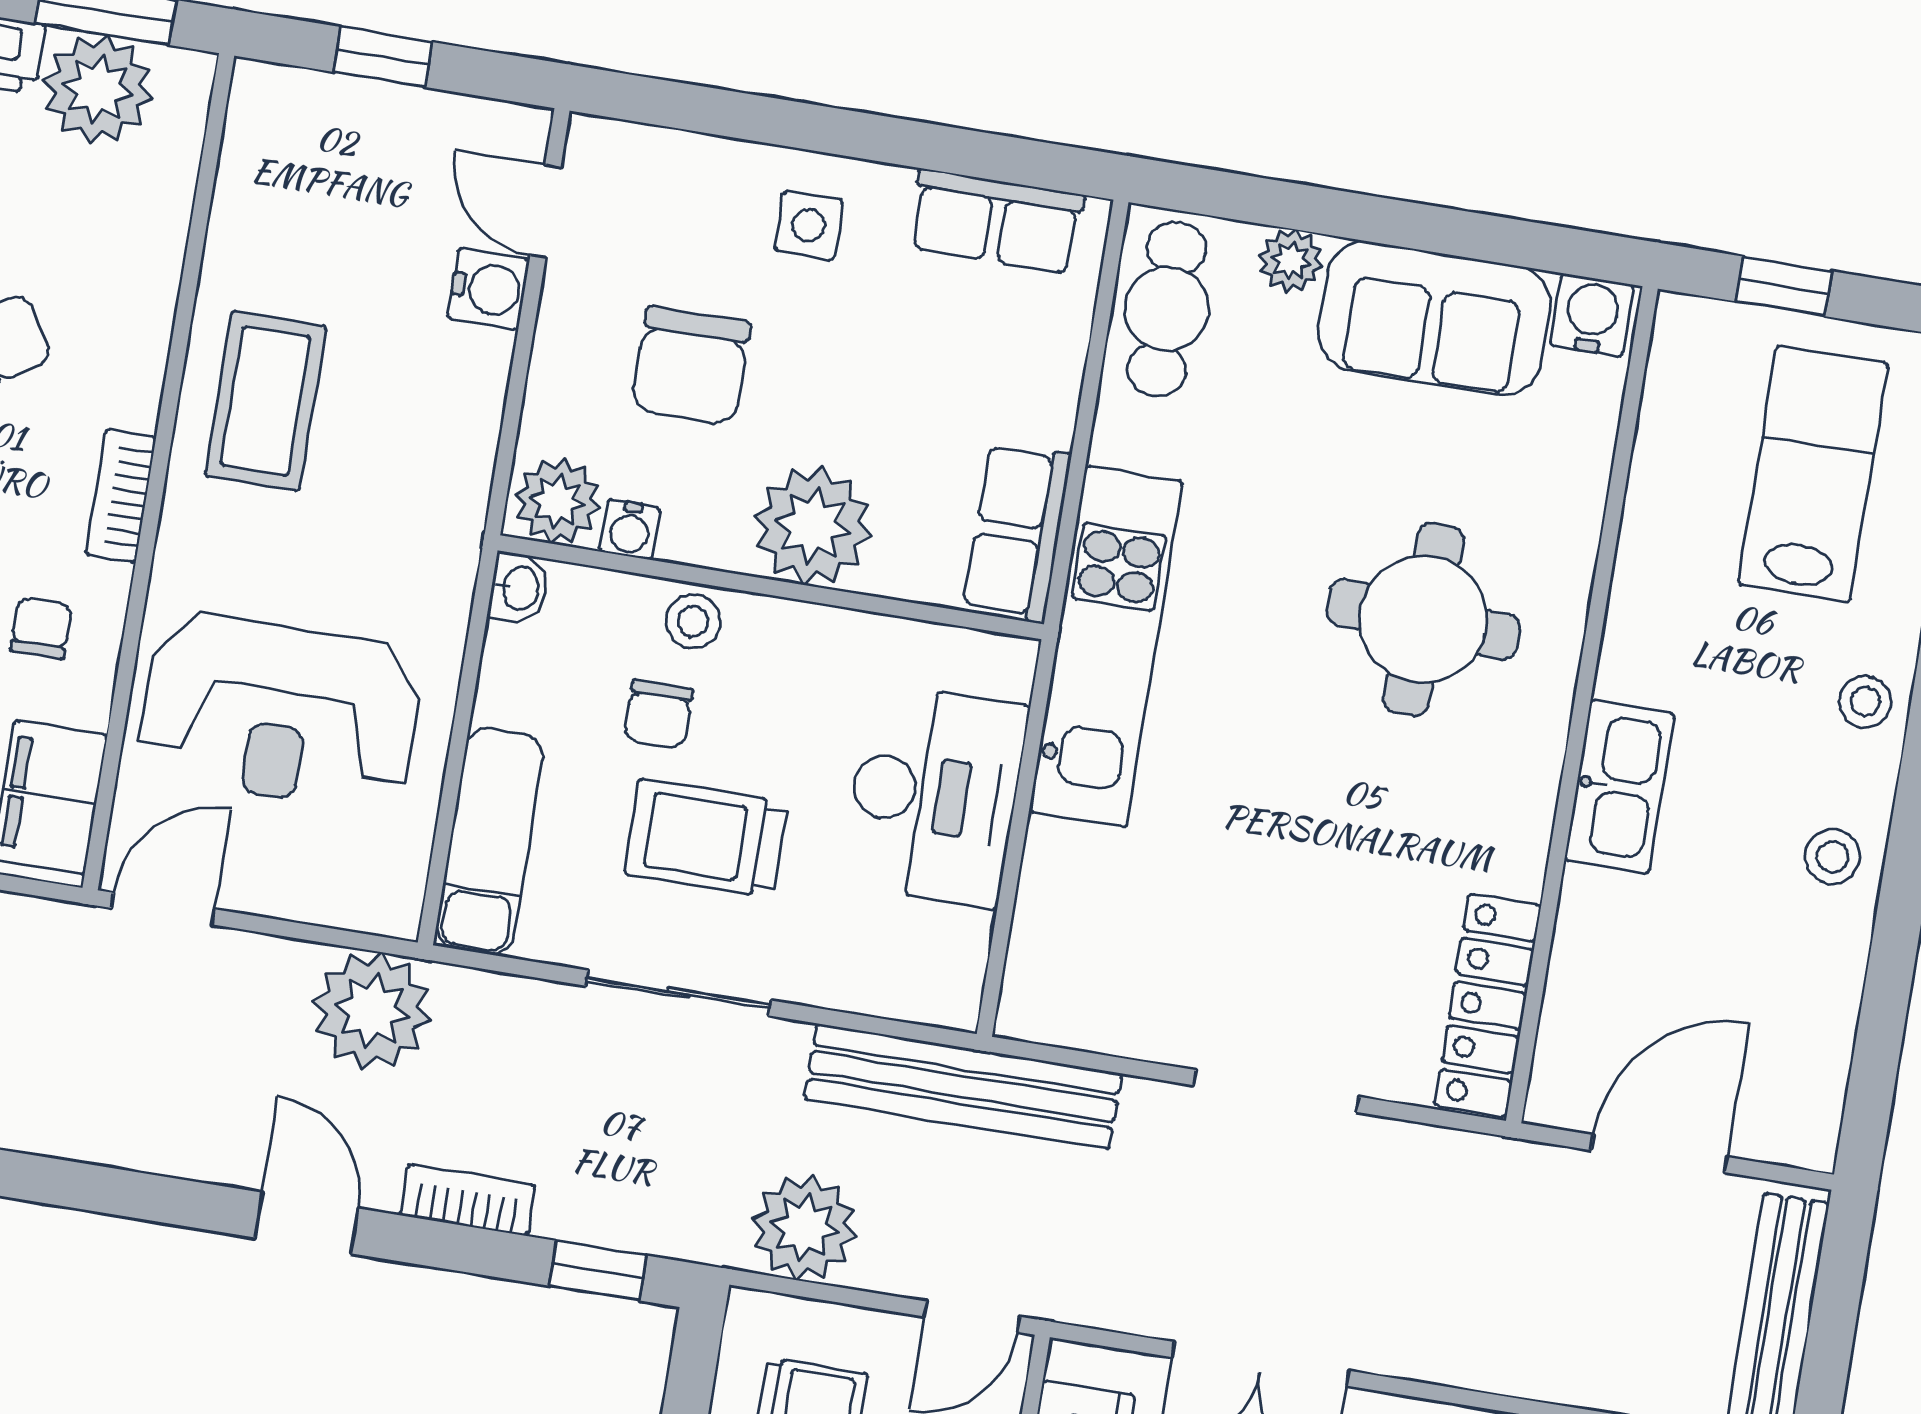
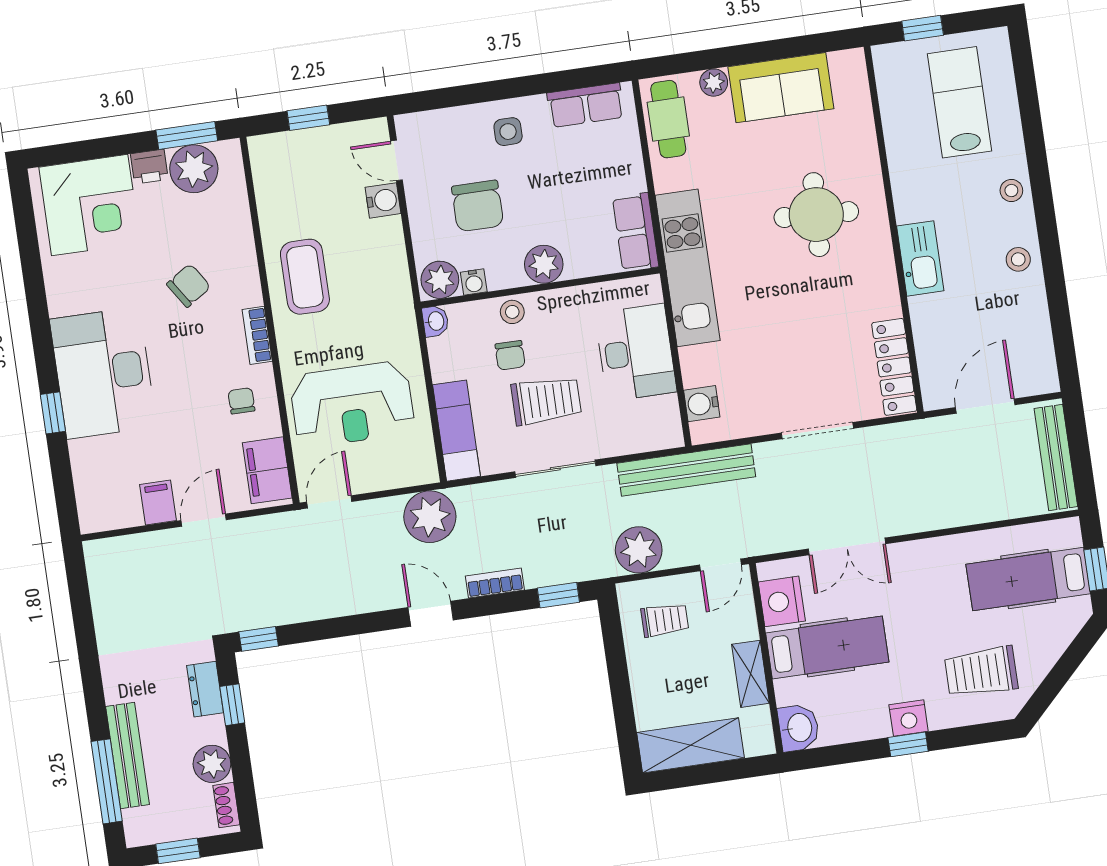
water cooler: (1592, 315) -> (702, 404), moved, turned -90
plant: (813, 526) -> (544, 264), width x0.73, depth x0.73
trolley: (706, 838) -> (546, 401), turned 180

